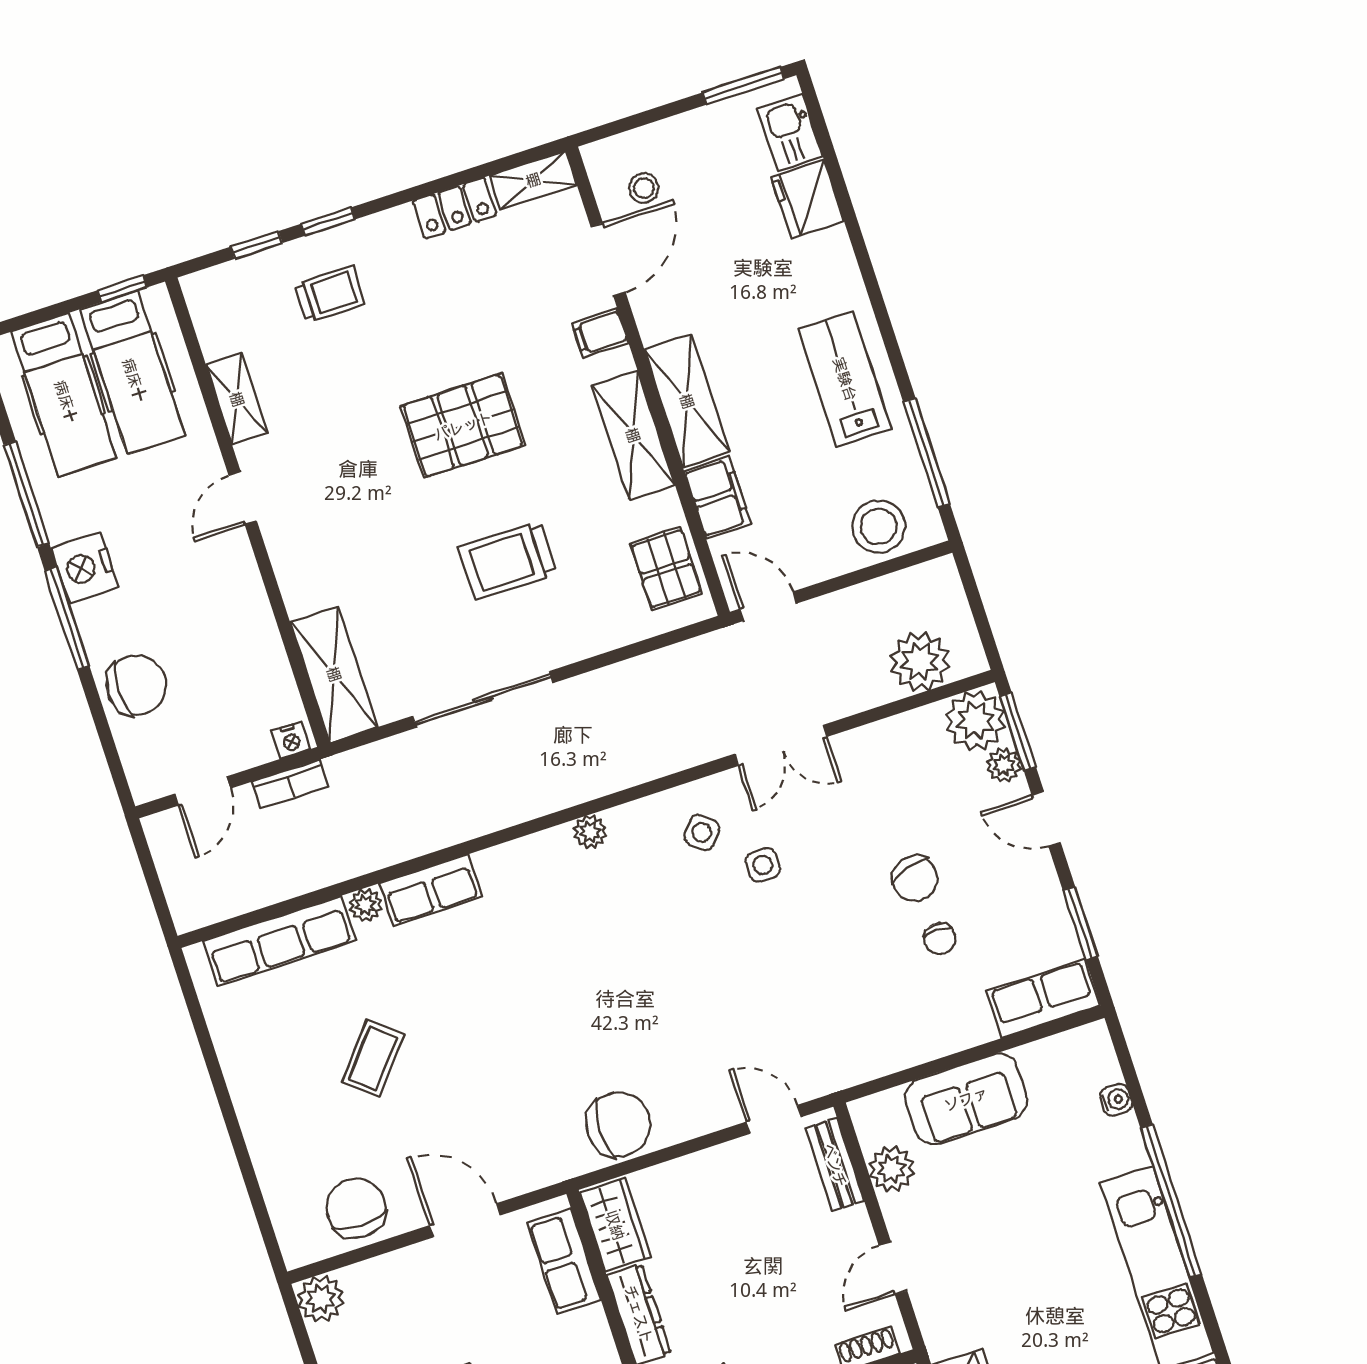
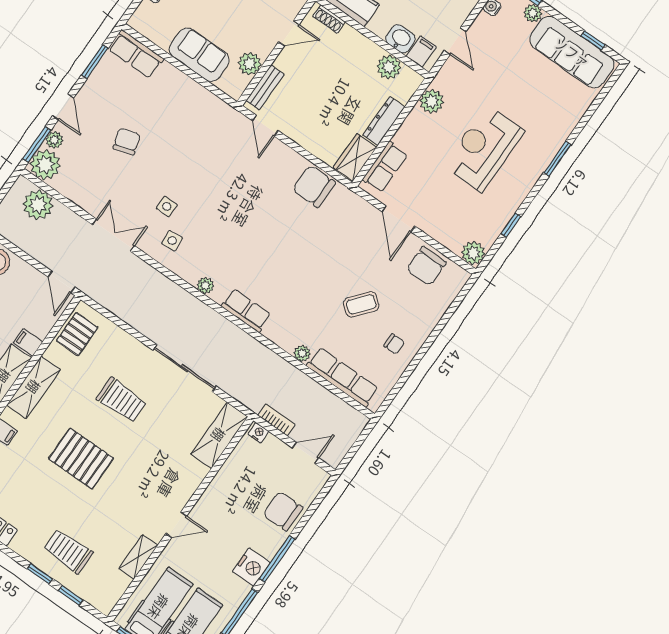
trolley: (330, 294) -> (68, 551), width x1.36, depth x1.39
filing cabinet: (718, 497) -> (28, 342), width x0.50
side table: (702, 832) -> (172, 241), turned 45
row of seats: (431, 890) -> (246, 310), moved
chair: (940, 939) -> (394, 344), moved, turned 90

